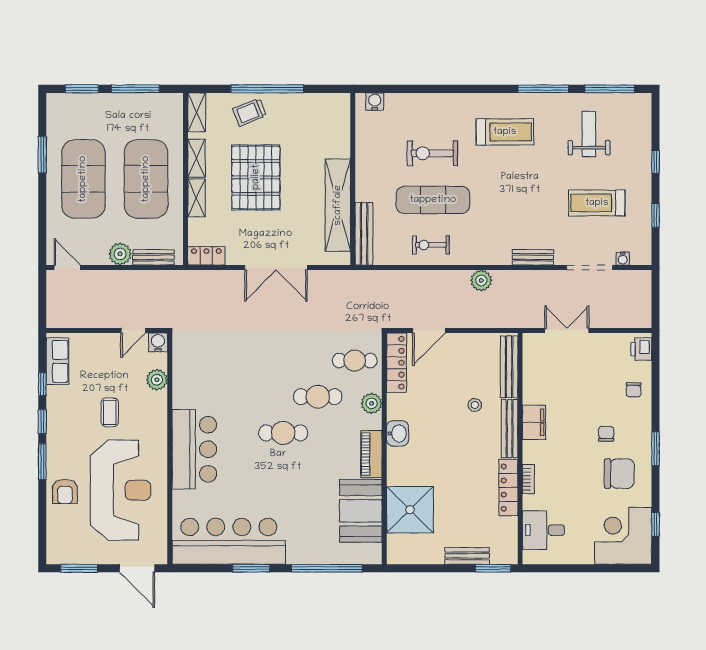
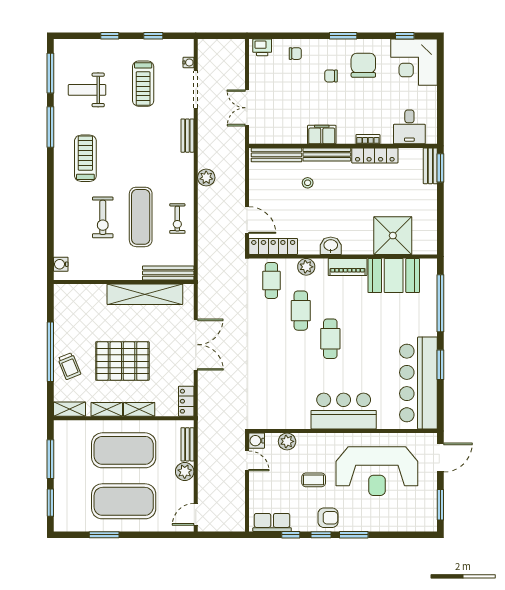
reception desk: (120, 490) -> (377, 471), turned 180
armchair: (65, 491) -> (328, 518), moved
bench: (467, 556) -> (430, 166), moved

